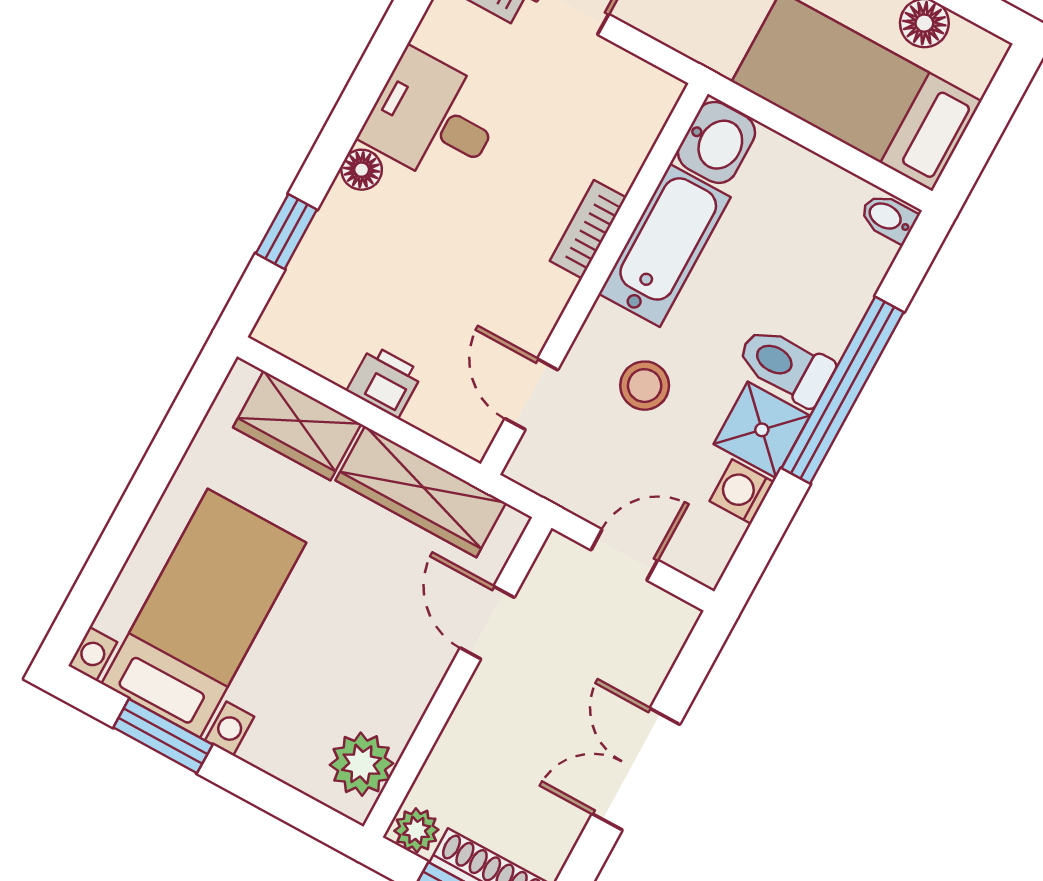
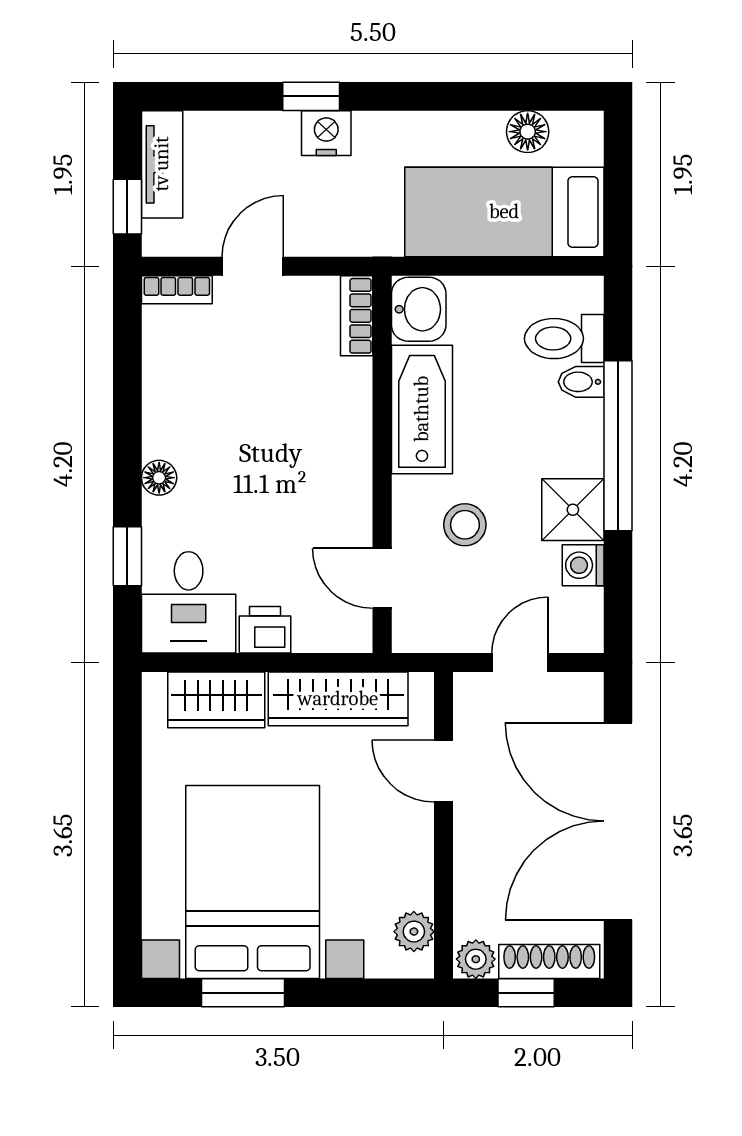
desk: (433, 119) -> (189, 602), moved, turned -90
bidet: (888, 218) -> (581, 382), moved
bookcase: (588, 229) -> (357, 316), moved
toilet: (786, 366) -> (564, 339), moved
bed with nightstands: (204, 613) -> (253, 882), width x1.36
plant: (361, 764) -> (414, 932), width x0.73, depth x0.73
double door: (636, 769) -> (618, 821), width x1.87

